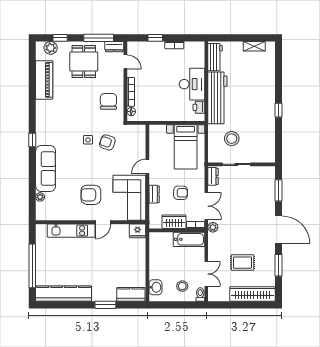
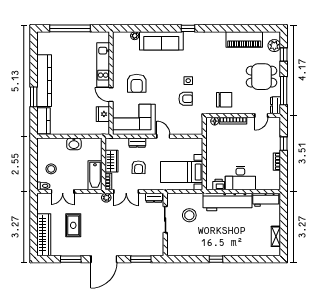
armchair: (107, 142) -> (186, 99), turned 72
armchair: (91, 195) -> (137, 83), turned 180
fridge: (138, 231) -> (103, 114), moved
washbasin: (155, 287) -> (74, 144), moved
kitchen counter: (64, 294) -> (44, 81), moved

